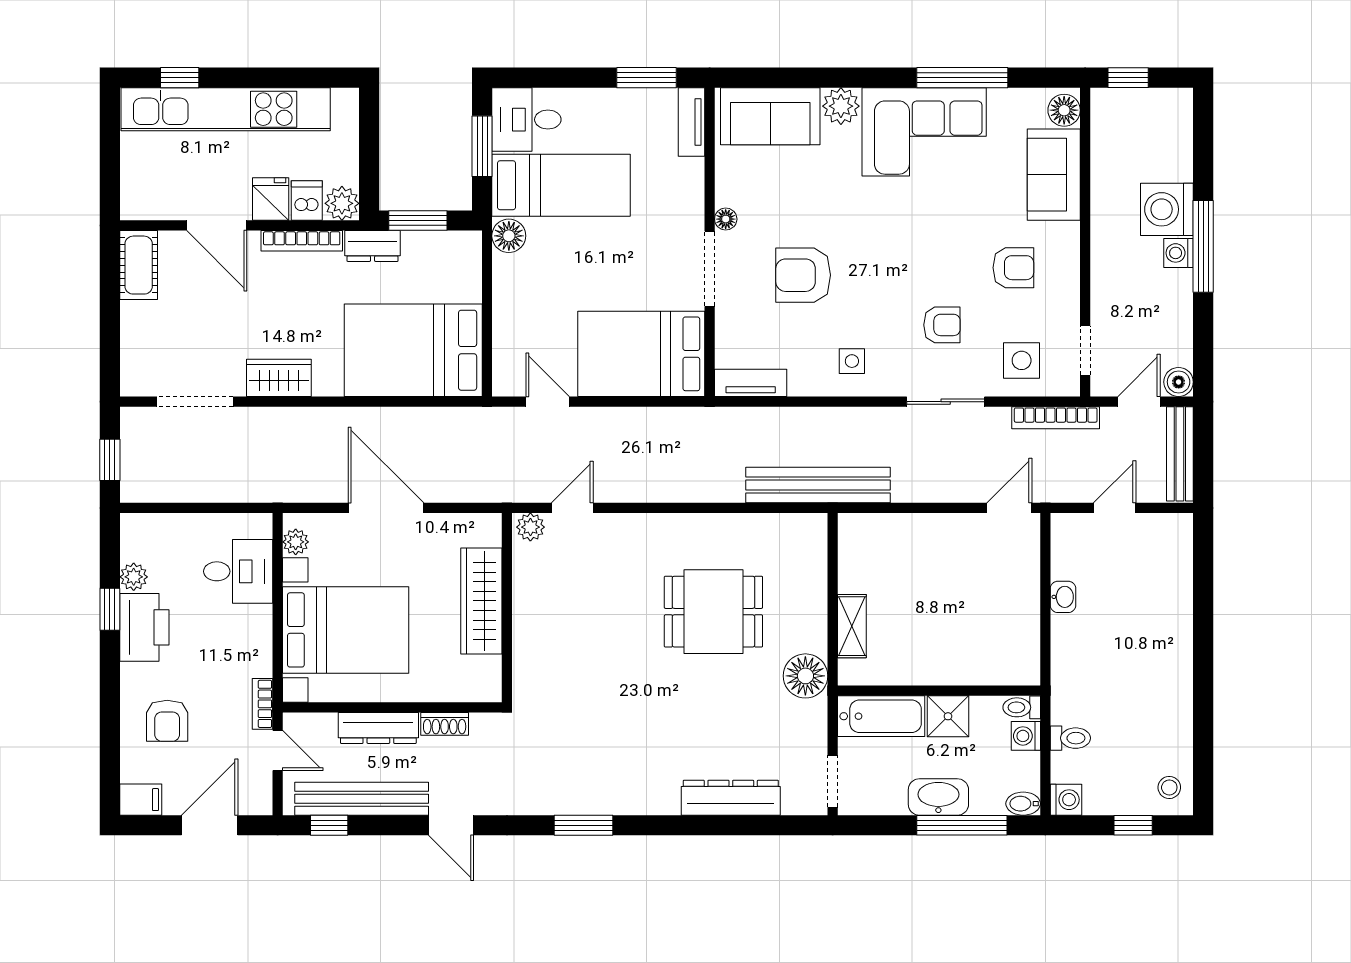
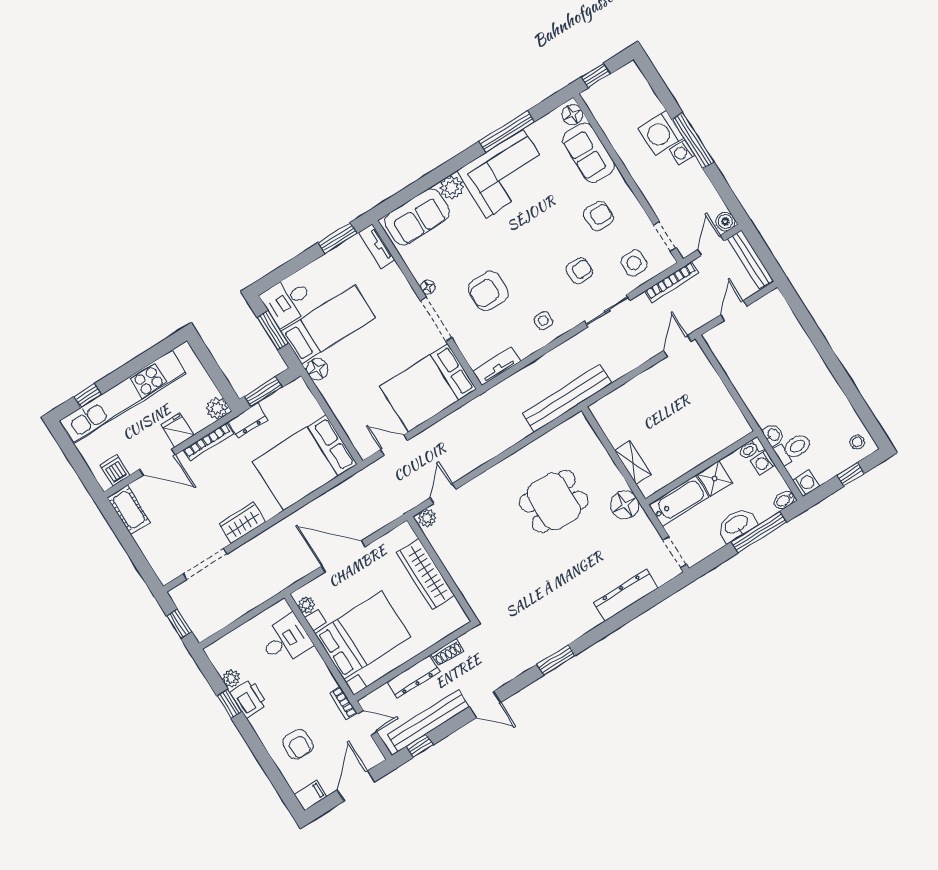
dishwasher: (307, 201) -> (115, 470), moved
washbasin: (1063, 597) -> (773, 435), moved
printer: (144, 627) -> (249, 698), width x0.73, depth x0.84
toilet: (1070, 738) -> (793, 449), width x1.37, depth x1.39

